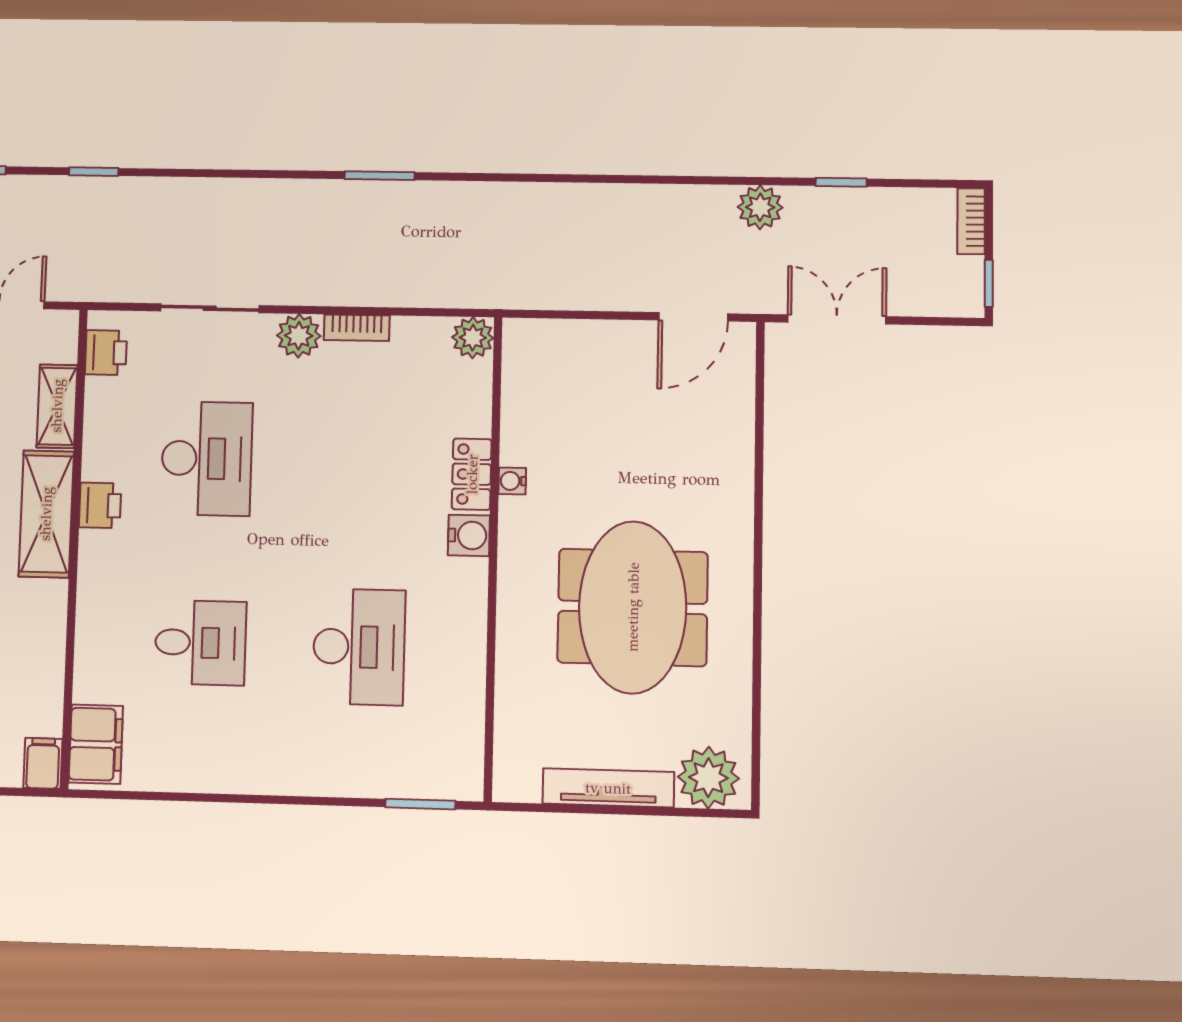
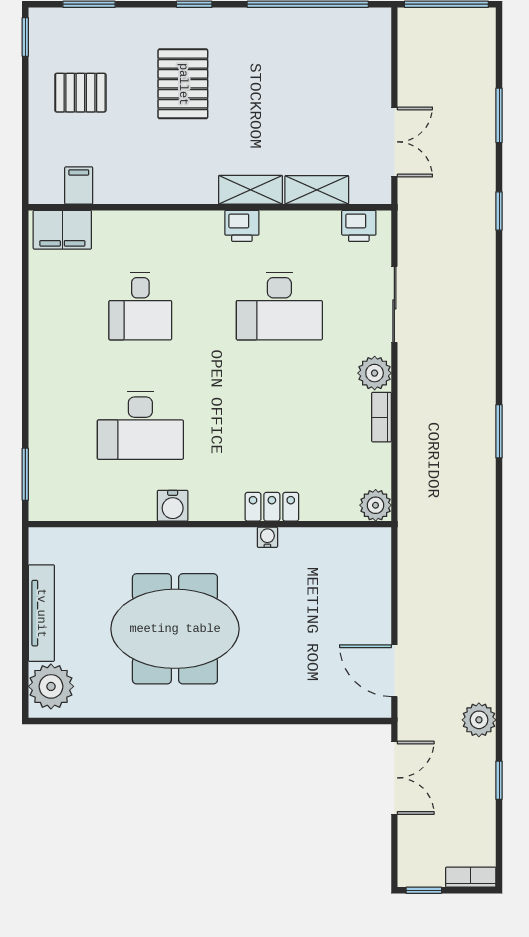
shelving: (46, 514) -> (250, 190), width x0.67, depth x0.75
water cooler: (469, 535) -> (173, 506), moved
filing cabinet: (43, 763) -> (79, 186), moved, turned -90

